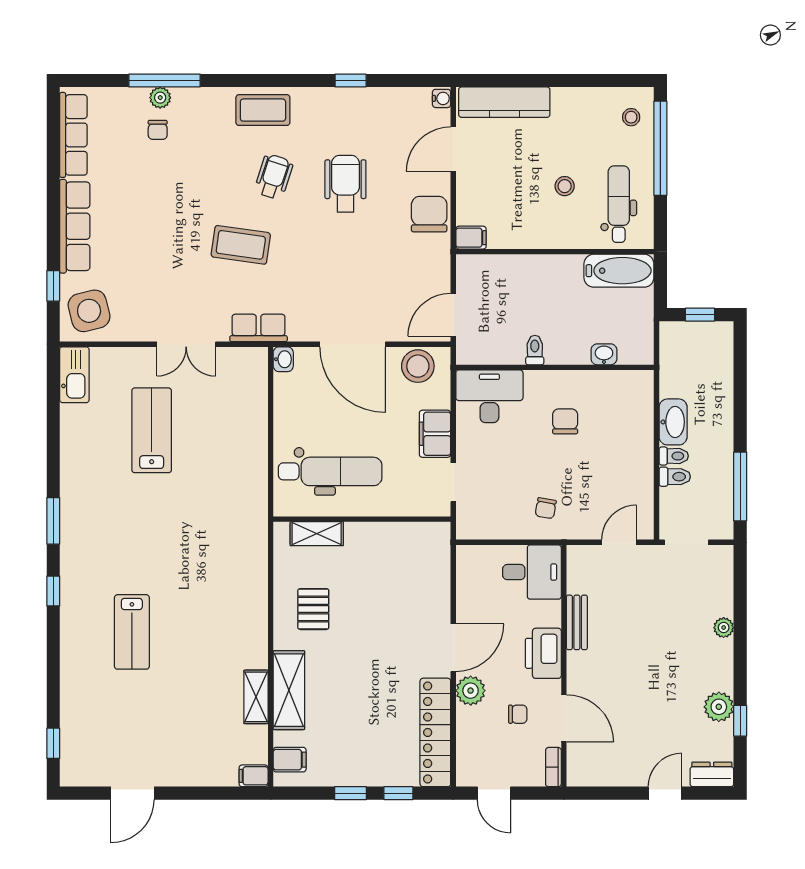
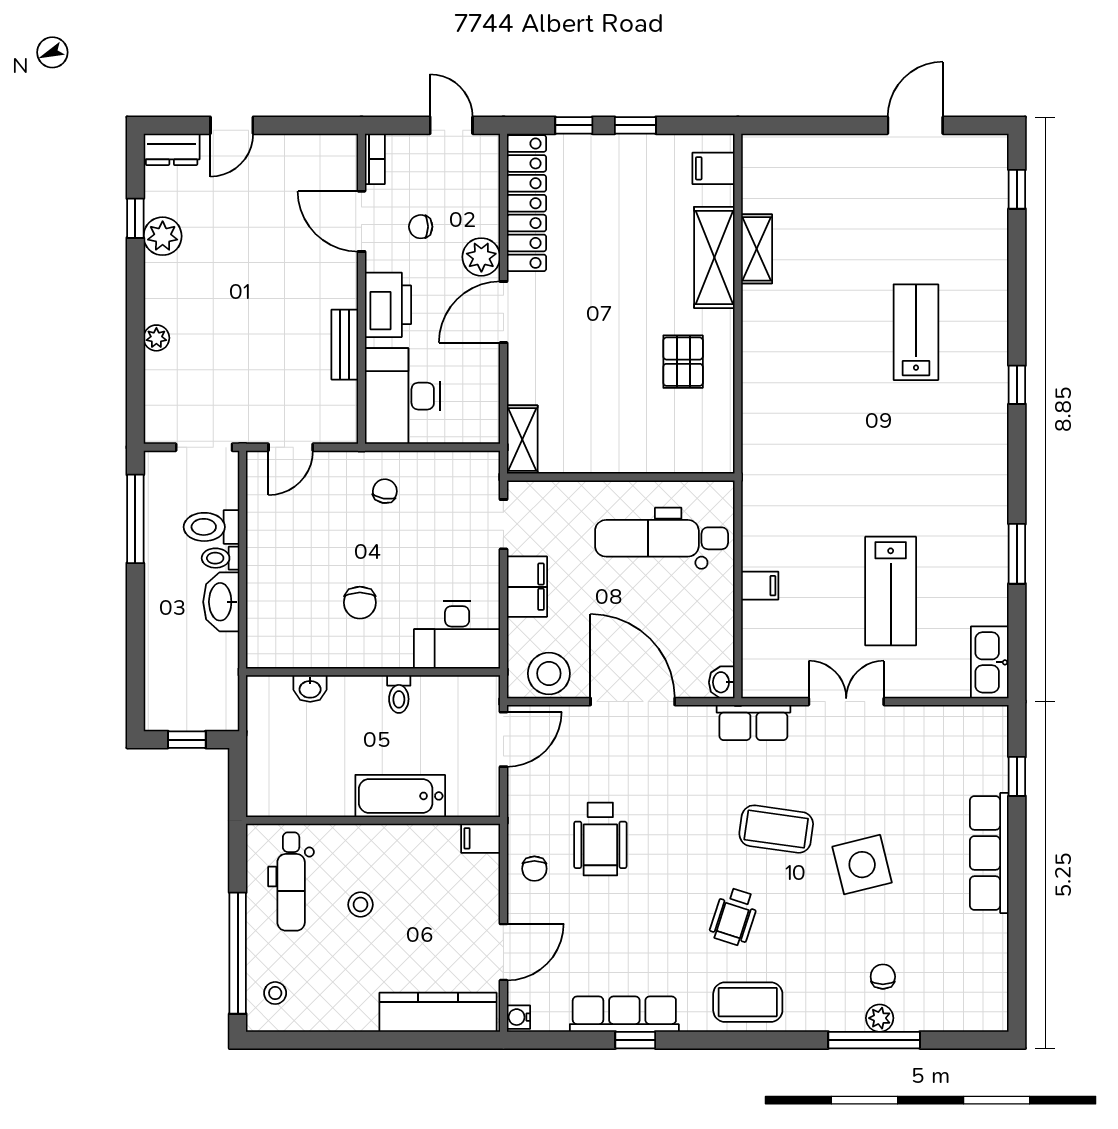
row of seats: (73, 135) -> (624, 1014), moved, turned 90
wheelchair: (345, 184) -> (600, 839), moved
chair: (429, 214) -> (534, 869), width x0.54, depth x0.54
bathtub: (619, 271) -> (400, 796), moved
side table: (89, 311) -> (862, 865), moved
toilet: (675, 477) -> (211, 527), width x1.37, depth x1.39
window: (53, 521) -> (1017, 554), moved
shelving: (317, 534) -> (522, 439), moved, turned 90
desk: (532, 572) -> (402, 396), width x1.37
filing cabinet: (254, 776) -> (760, 586), moved

